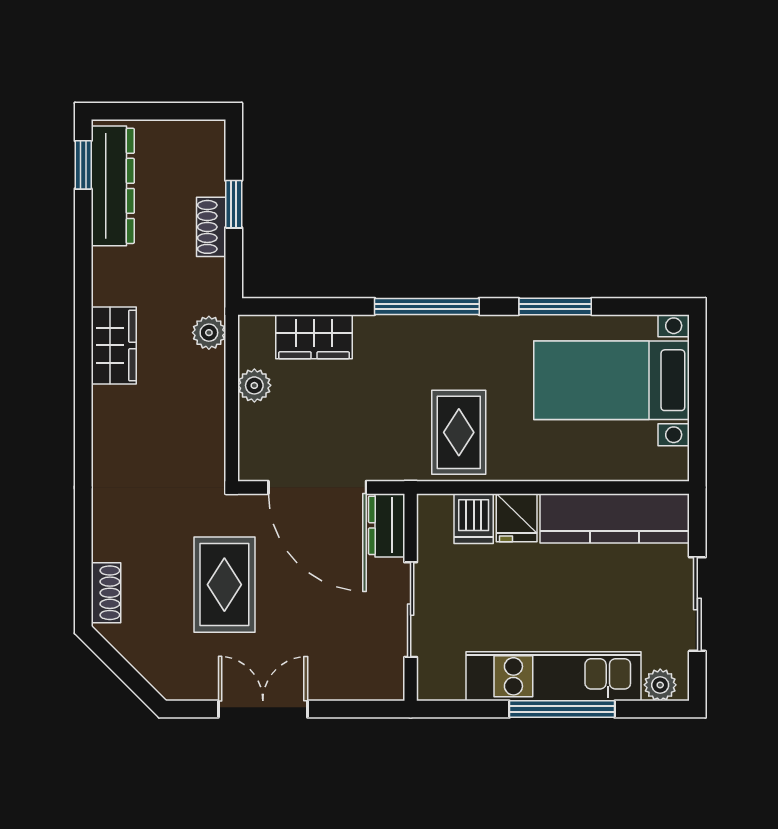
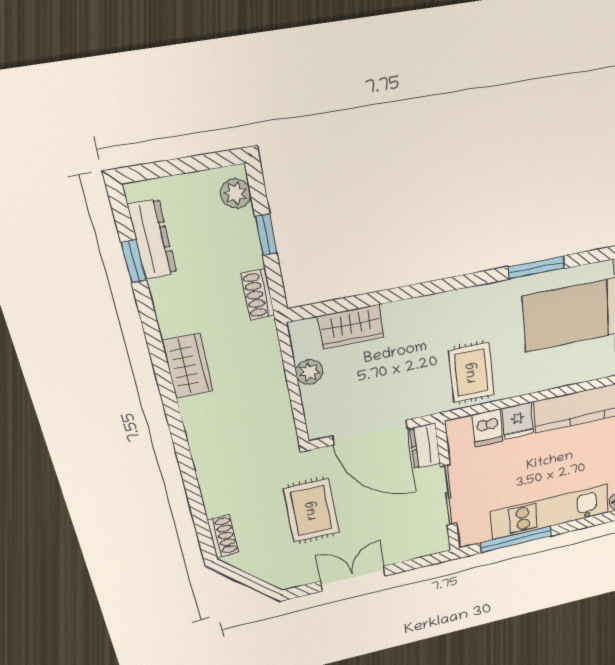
window: (83, 165) -> (134, 261), moved
dresser: (113, 186) -> (152, 239), width x0.73, depth x0.80
shoe rack: (211, 227) -> (258, 295), moved
window: (427, 306) -> (437, 287), removed
plant: (209, 333) -> (236, 194), moved
window: (562, 709) -> (516, 539), moved

